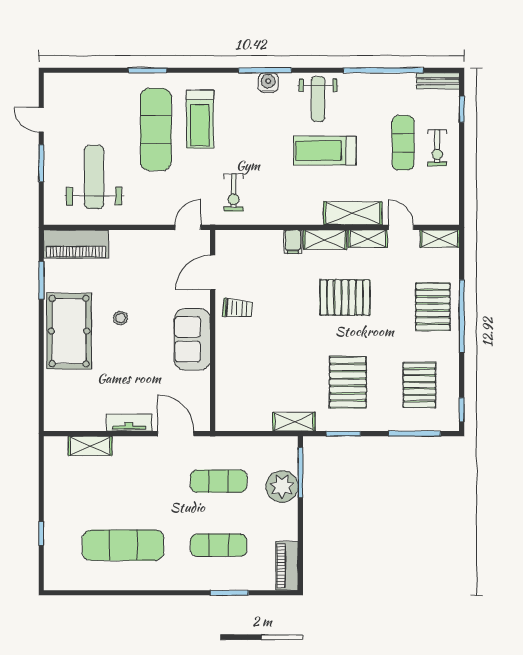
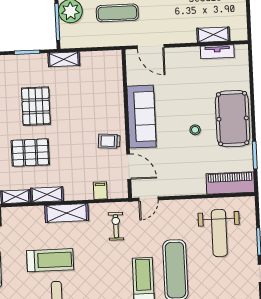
shelving: (353, 213) -> (67, 213), moved
filing cabinet: (293, 242) -> (100, 191), moved
door: (213, 272) -> (129, 167), hinge flipped
sofa: (192, 339) -> (141, 117), width x1.36
pallet: (348, 382) -> (36, 106), moved
tv unit: (129, 422) -> (217, 52), moved

